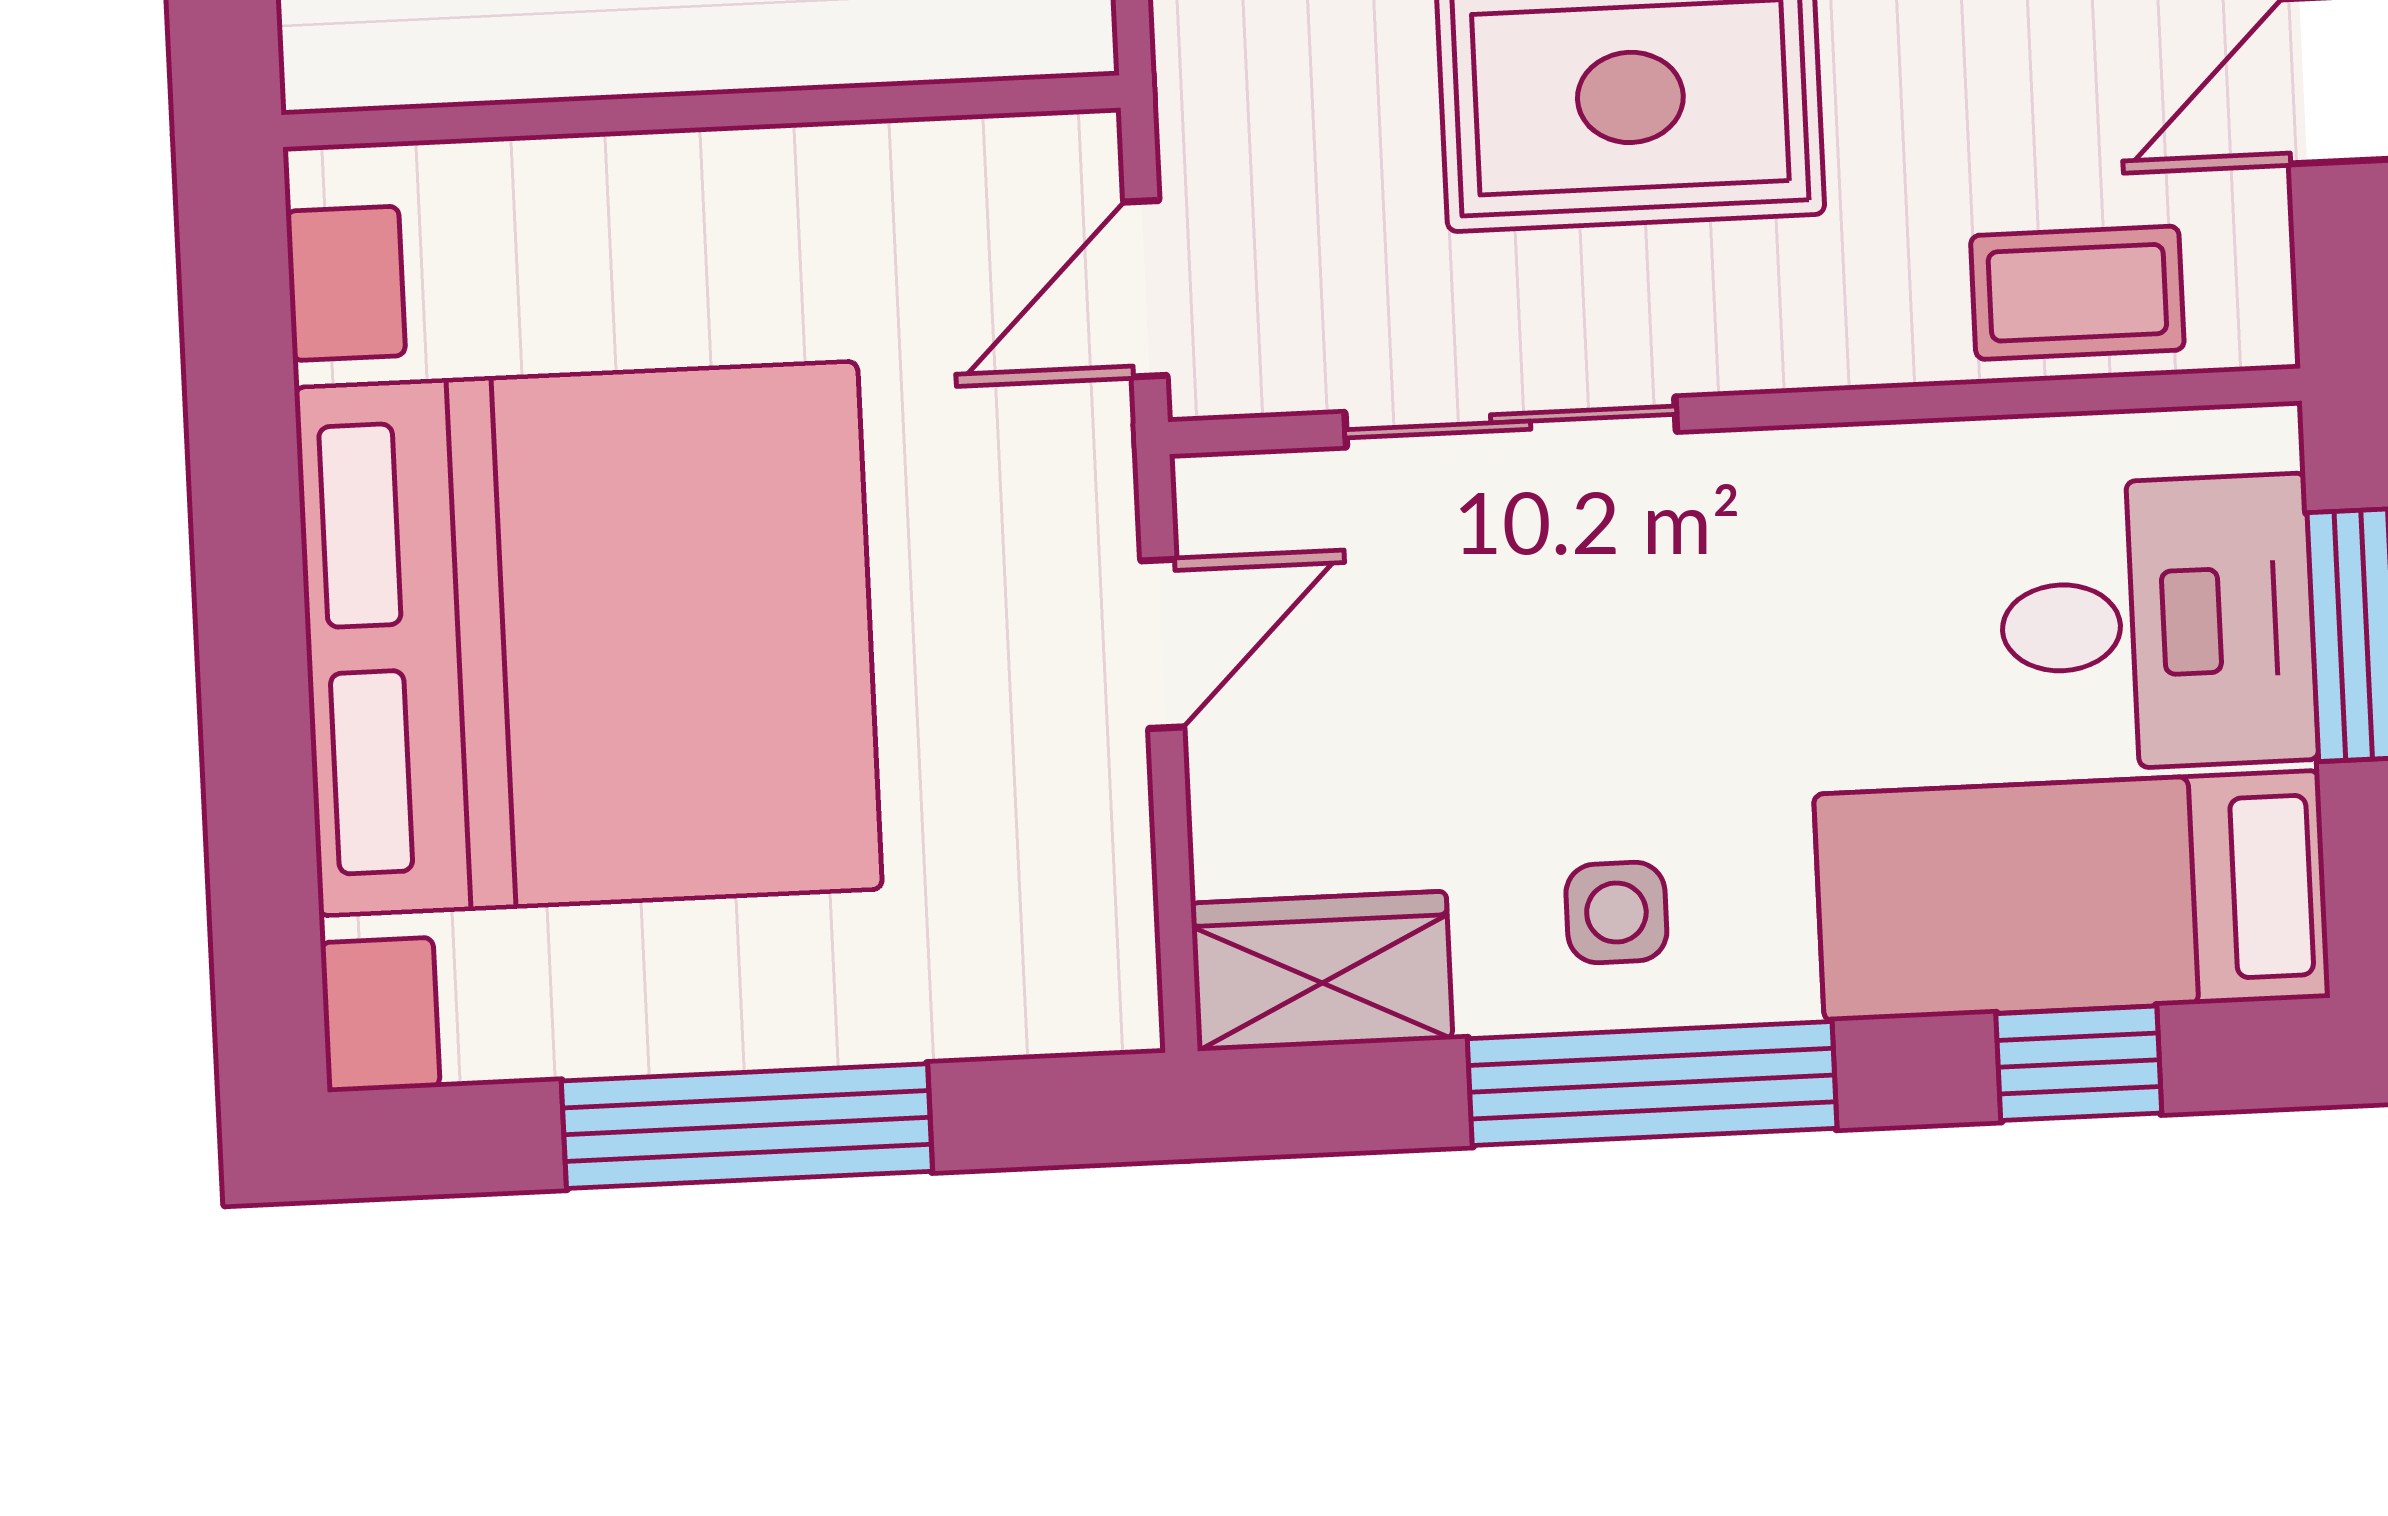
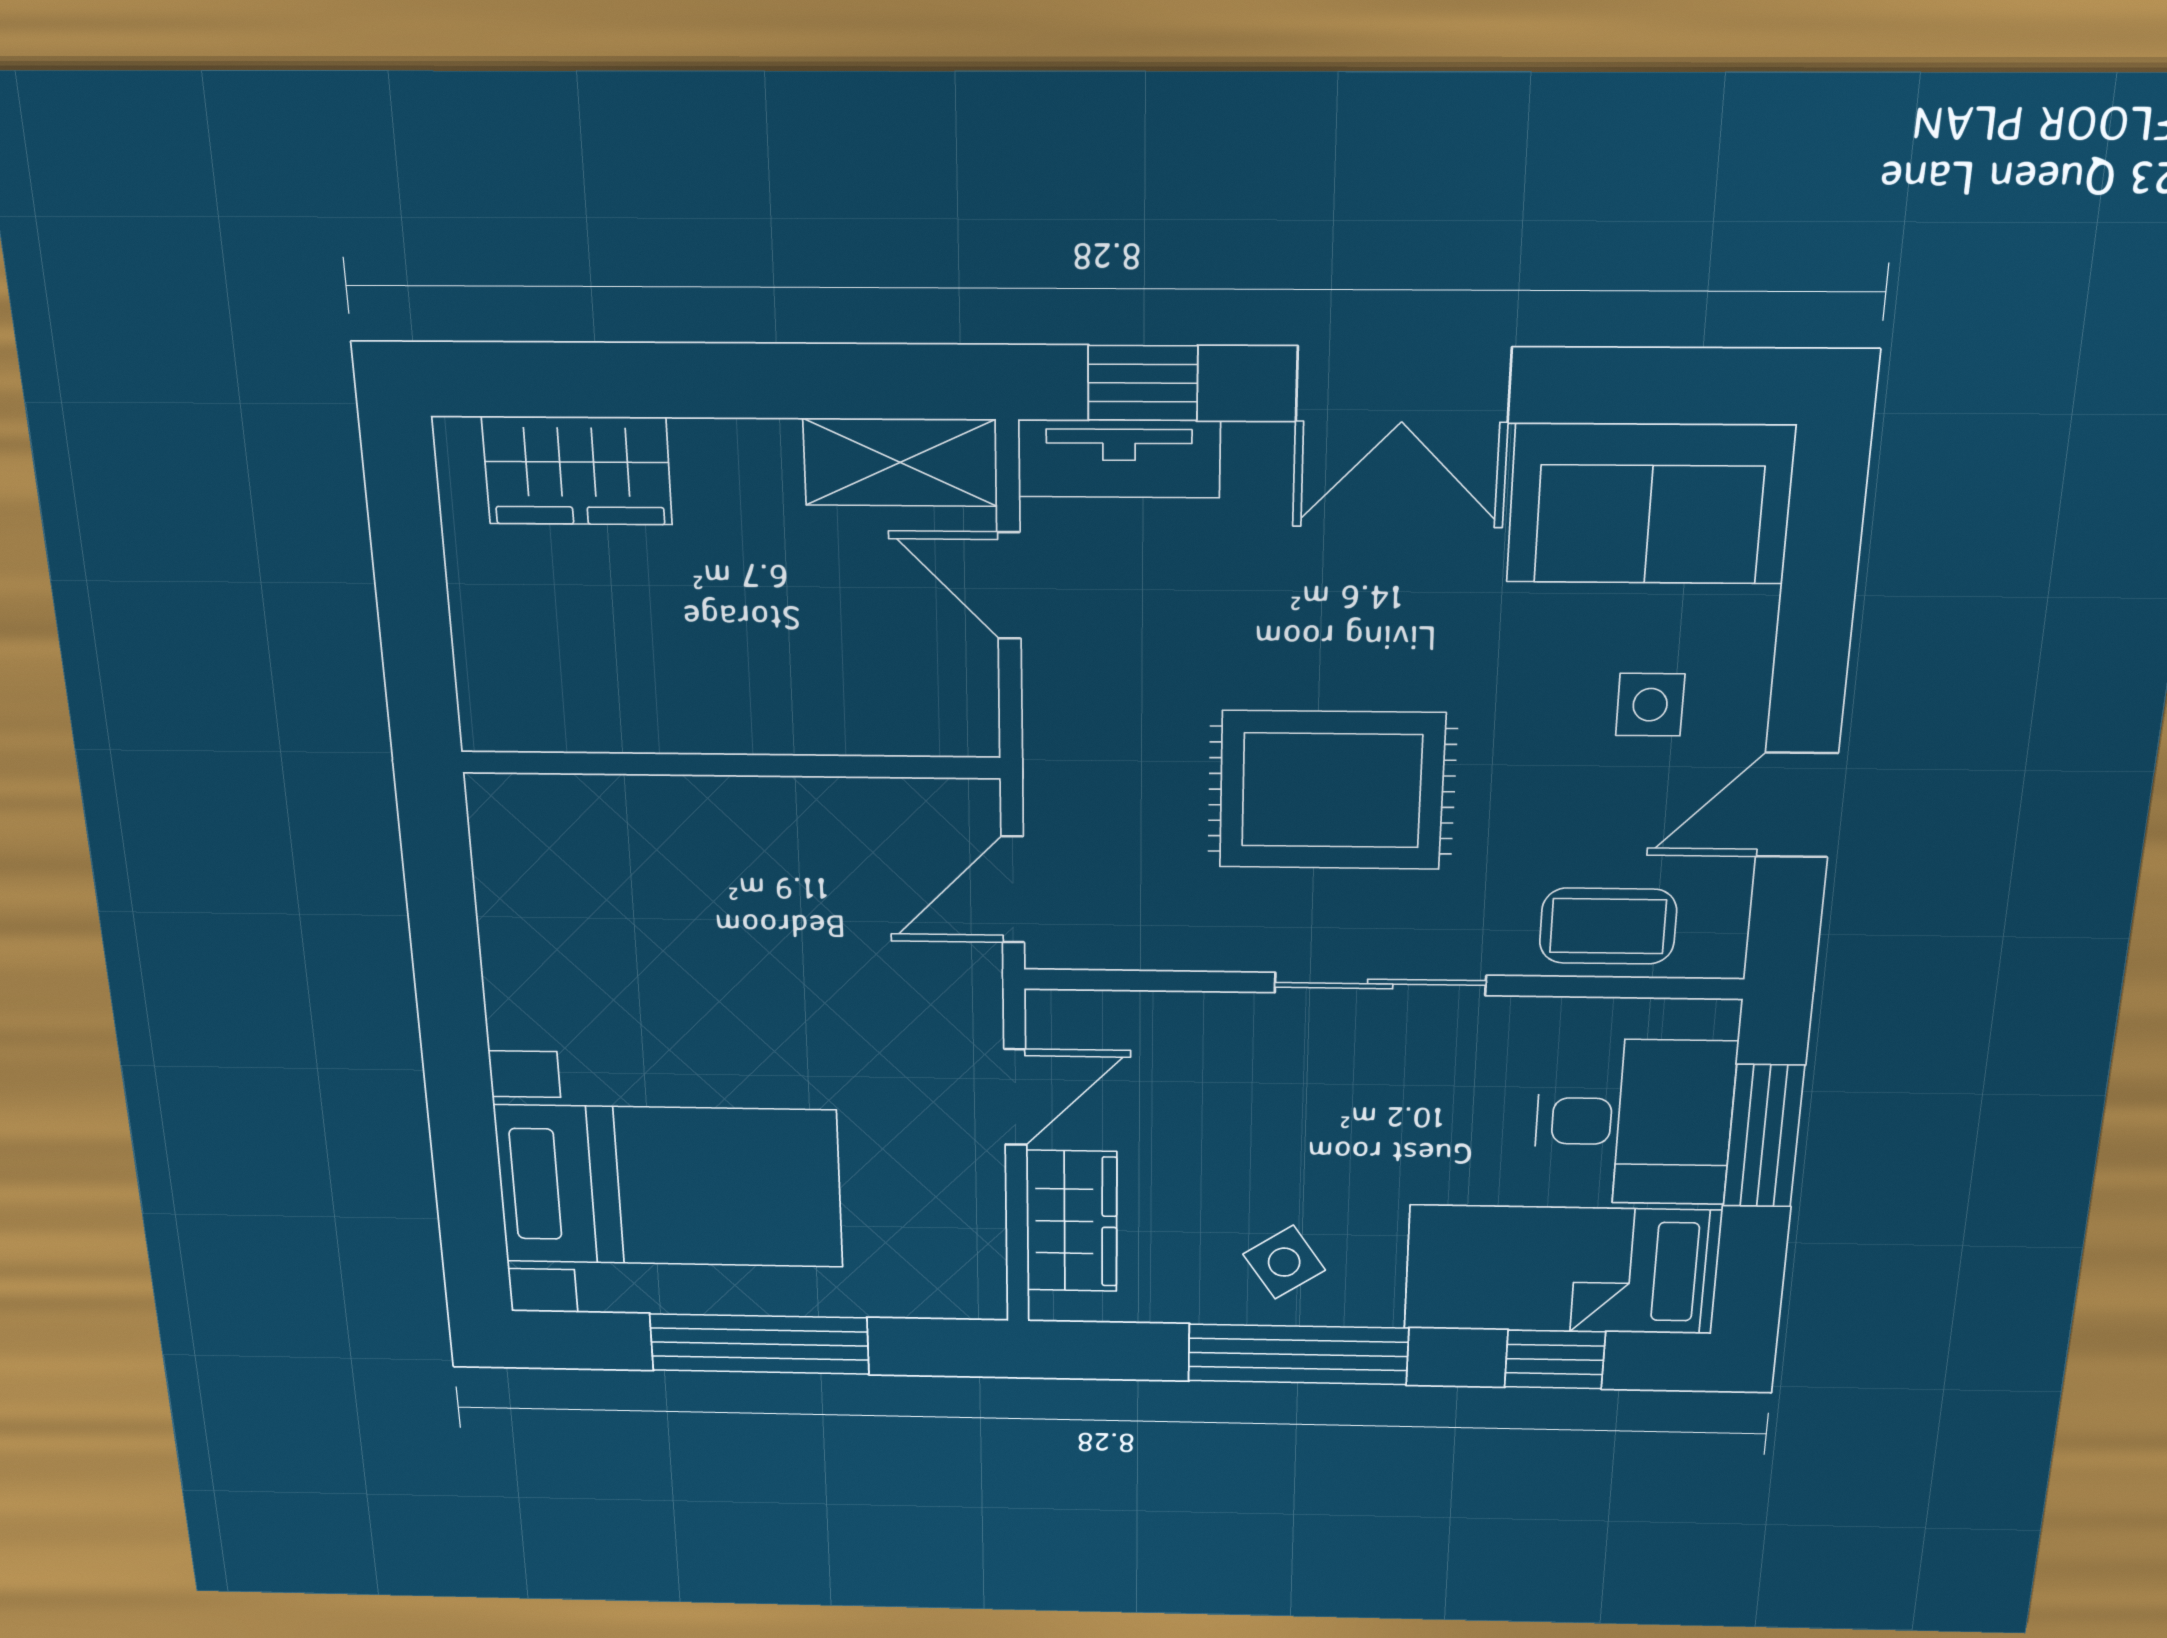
sliding door: (1511, 422) -> (1380, 984), moved
bed with nightstands: (588, 638) -> (669, 1186), width x0.54
side table: (1616, 913) -> (1284, 1262), turned -34
wardrobe: (1322, 971) -> (1072, 1221), moved, turned 90

